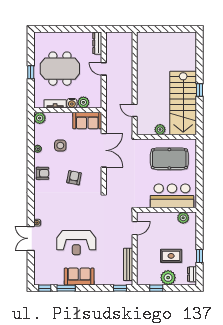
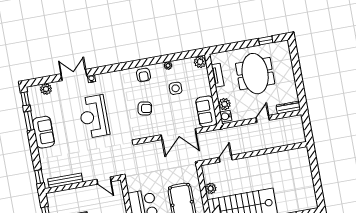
window: (31, 72) -> (266, 40), moved
water cooler: (72, 103) -> (226, 116), moved
reception desk: (76, 243) -> (94, 117), moved
plant: (39, 267) -> (46, 89), added

